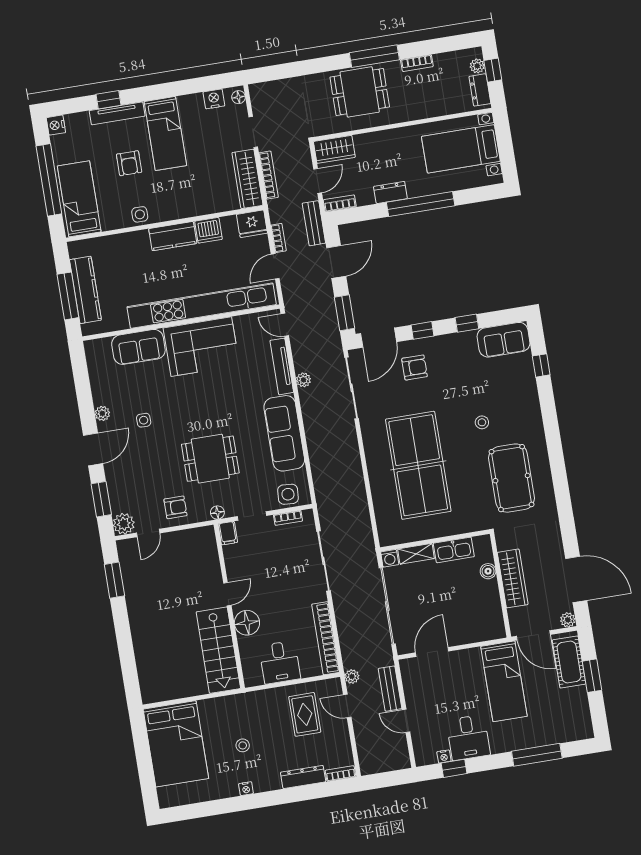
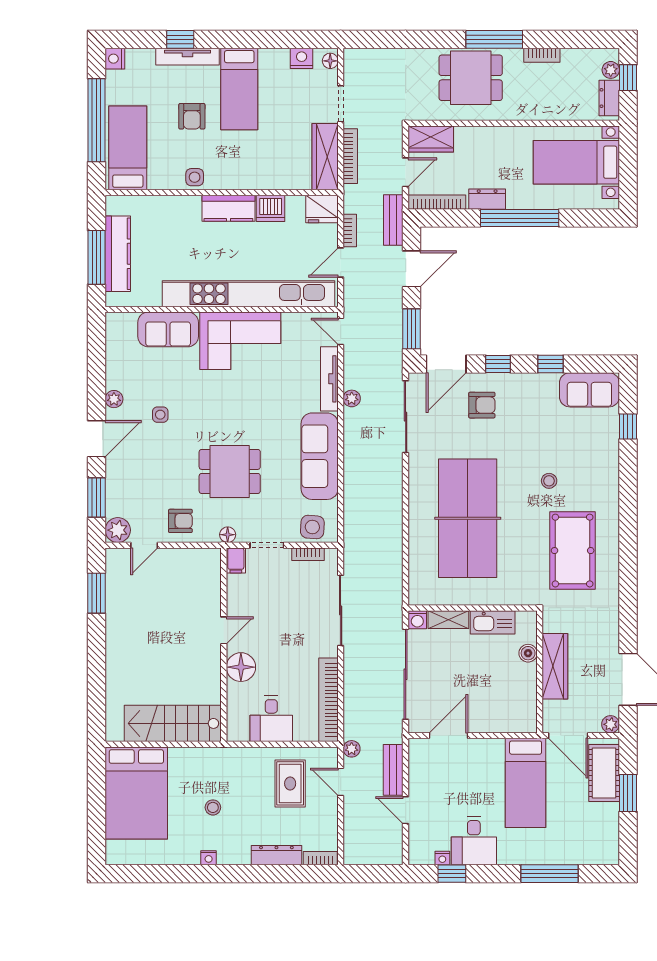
bookcase: (340, 203) -> (437, 202), width x1.56
stairs: (218, 650) -> (173, 723), moved, turned 90

